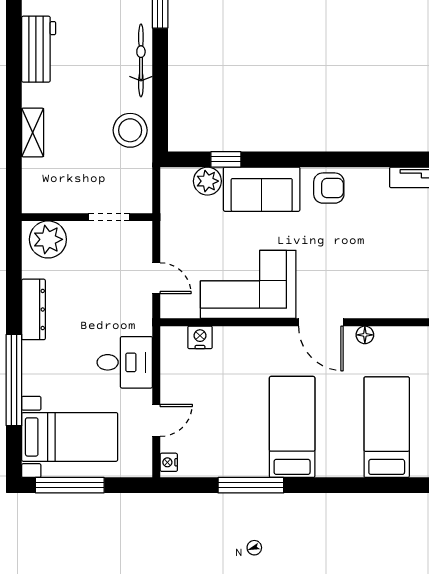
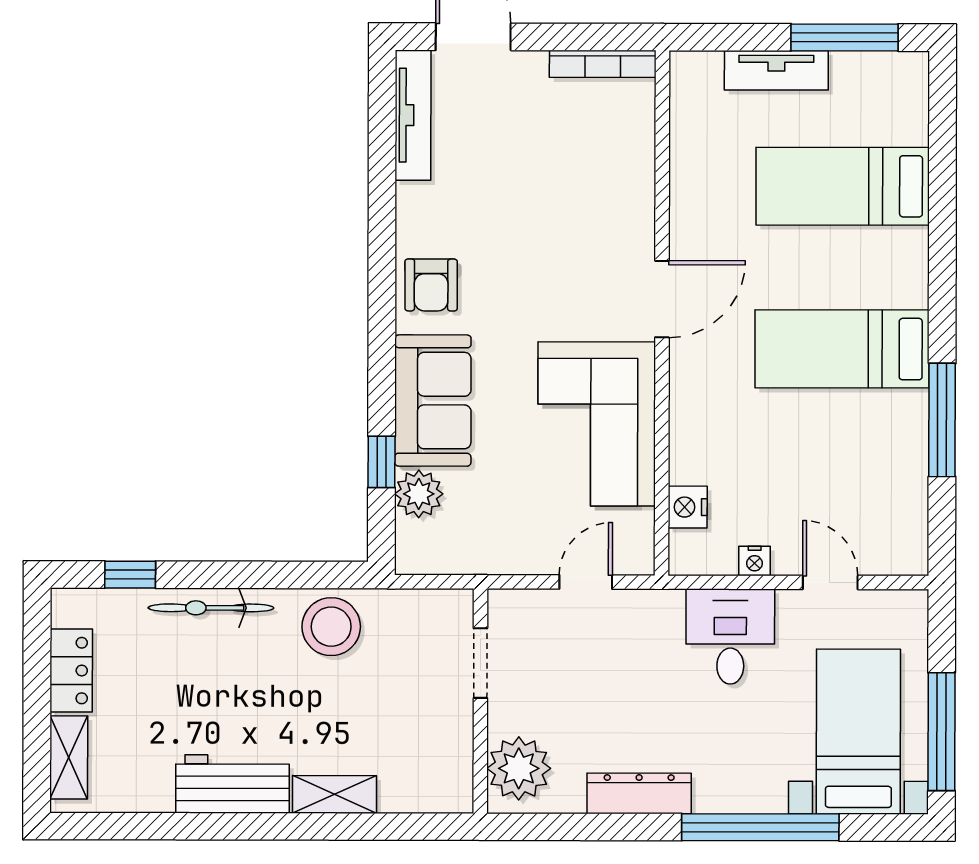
workbench: (39, 49) -> (233, 784), moved
armchair: (329, 188) -> (431, 285), turned 180
floor lamp: (365, 335) -> (684, 223), removed
nightstand: (169, 462) -> (755, 561), moved

